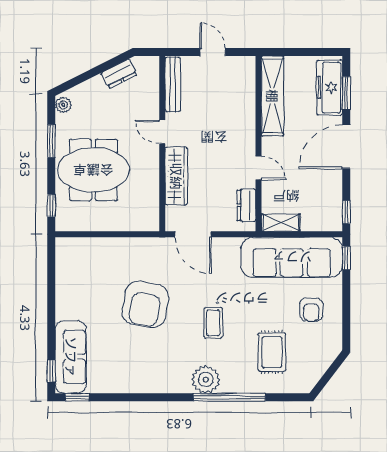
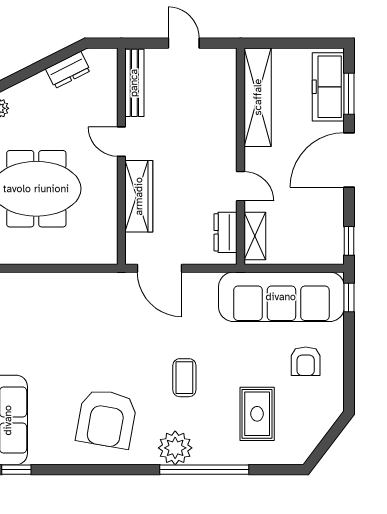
shelving: (281, 223) -> (255, 236), moved, turned 90
armchair: (145, 304) -> (107, 419), moved

